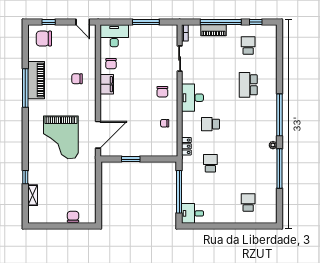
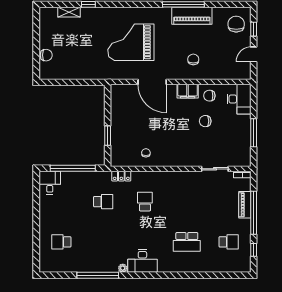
door: (83, 22) -> (254, 54), moved
school desk: (248, 85) -> (187, 242), turned 180
chair: (162, 92) -> (205, 121), moved
desk: (193, 98) -> (142, 261), moved, turned 180
window: (280, 115) -> (155, 275), removed
door: (98, 135) -> (152, 82), moved
window: (131, 159) -> (108, 136), moved
school desk: (248, 203) -> (61, 242), turned 180

